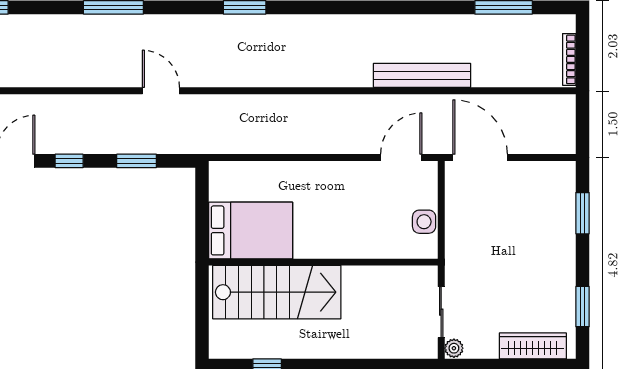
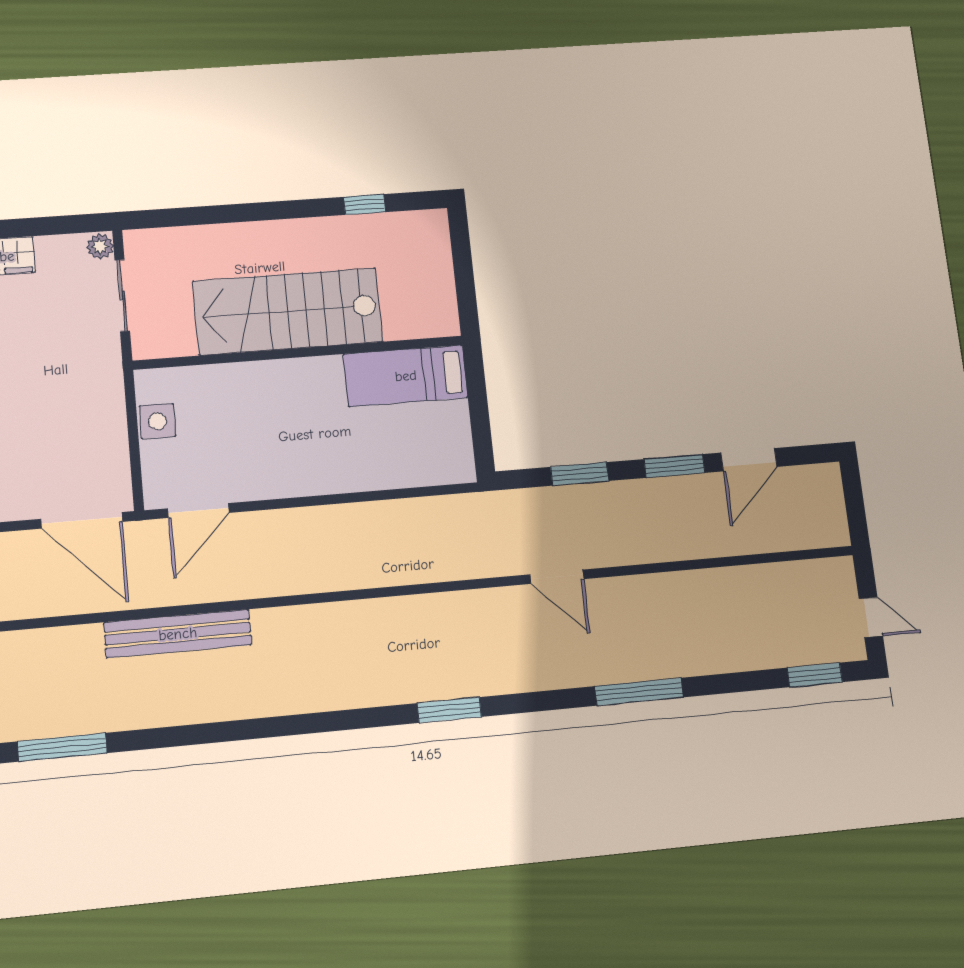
window: (69, 161) -> (674, 466), width x1.50
bed: (251, 230) -> (406, 376), width x0.67
stairs: (277, 292) -> (288, 311), moved

